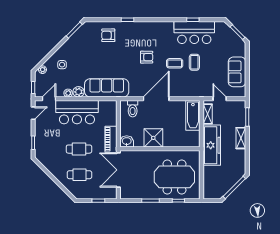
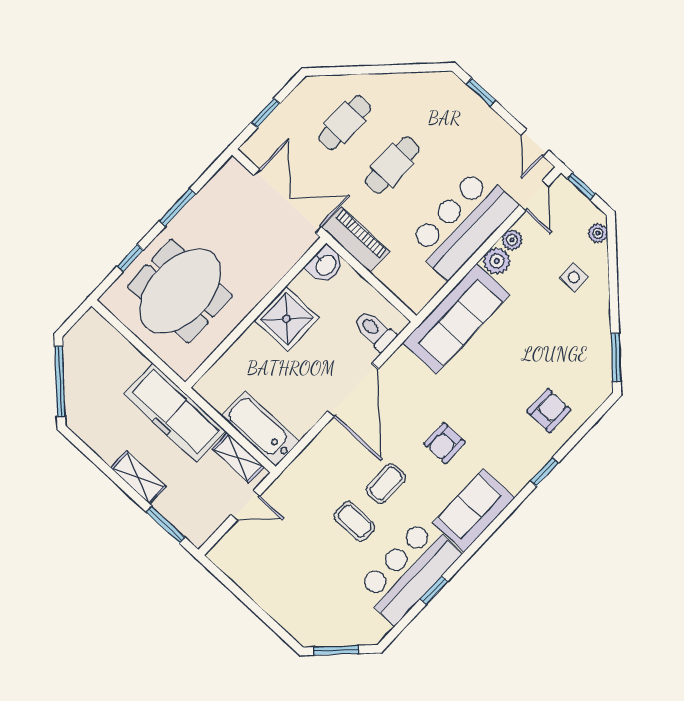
sofa: (237, 72) -> (474, 510), moved, turned -90

